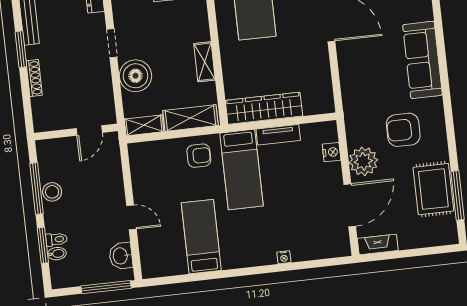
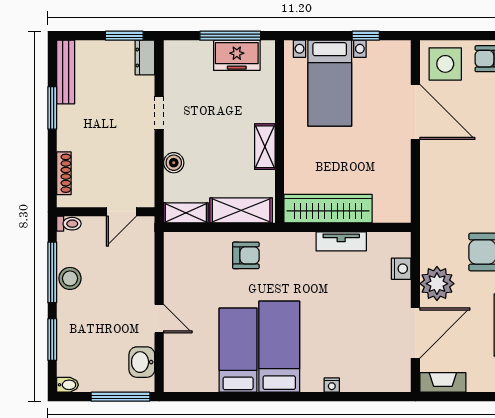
boiler: (135, 76) -> (174, 163), width x0.54, depth x0.54
shoe rack: (34, 78) -> (64, 173), moved
bed: (241, 170) -> (279, 347), moved, turned 180
toilet: (56, 239) -> (69, 224), moved
bidet: (57, 254) -> (68, 385), moved

